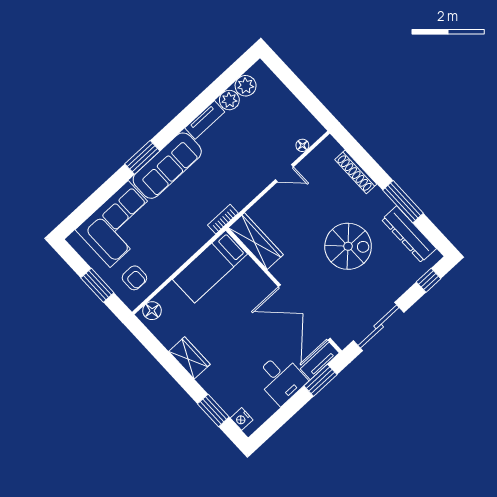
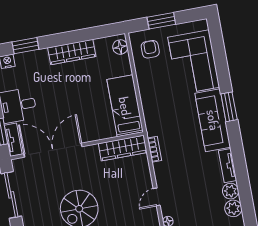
bookcase: (223, 219) -> (154, 149), moved
armchair: (134, 278) -> (150, 49), turned 90
wardrobe: (189, 358) -> (72, 52), width x1.50

